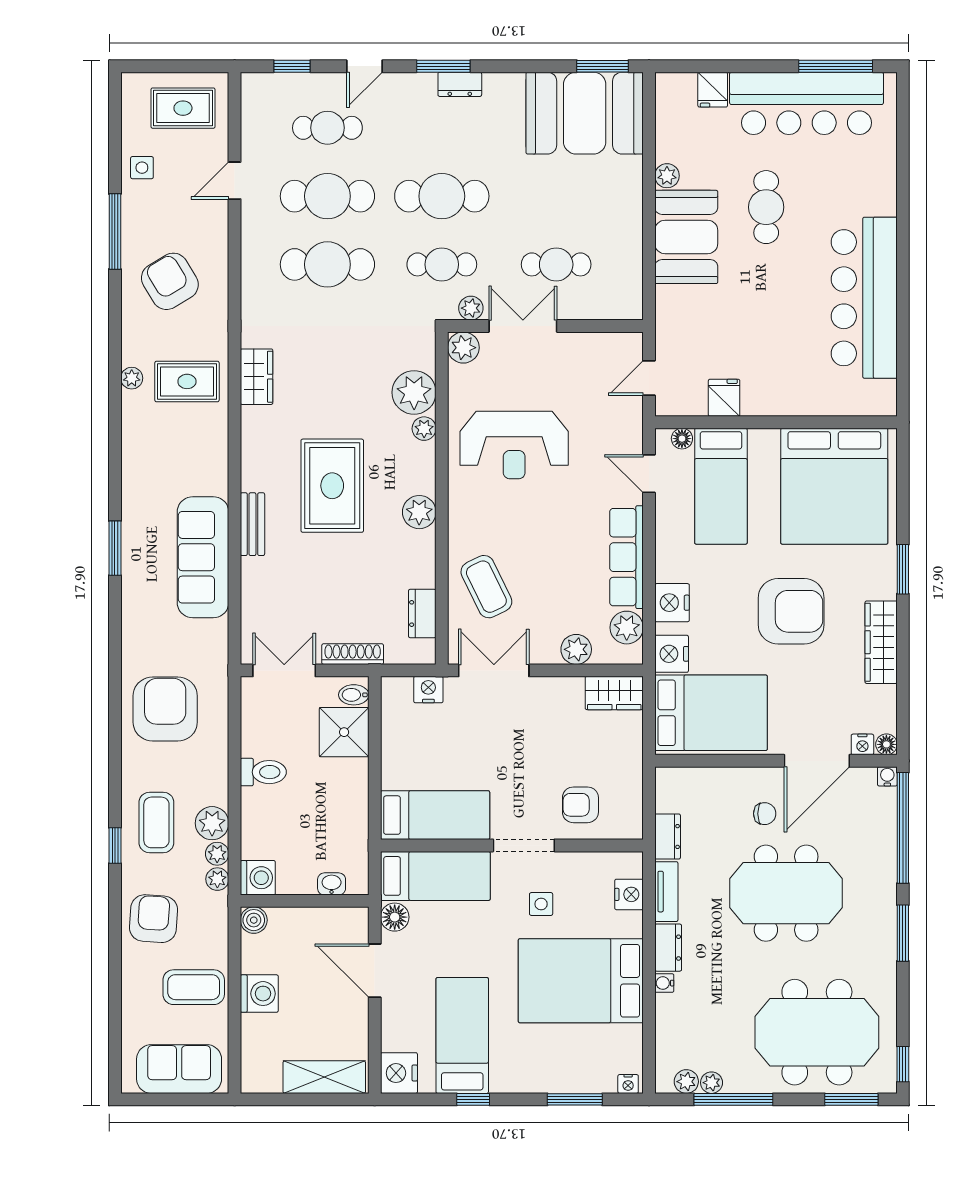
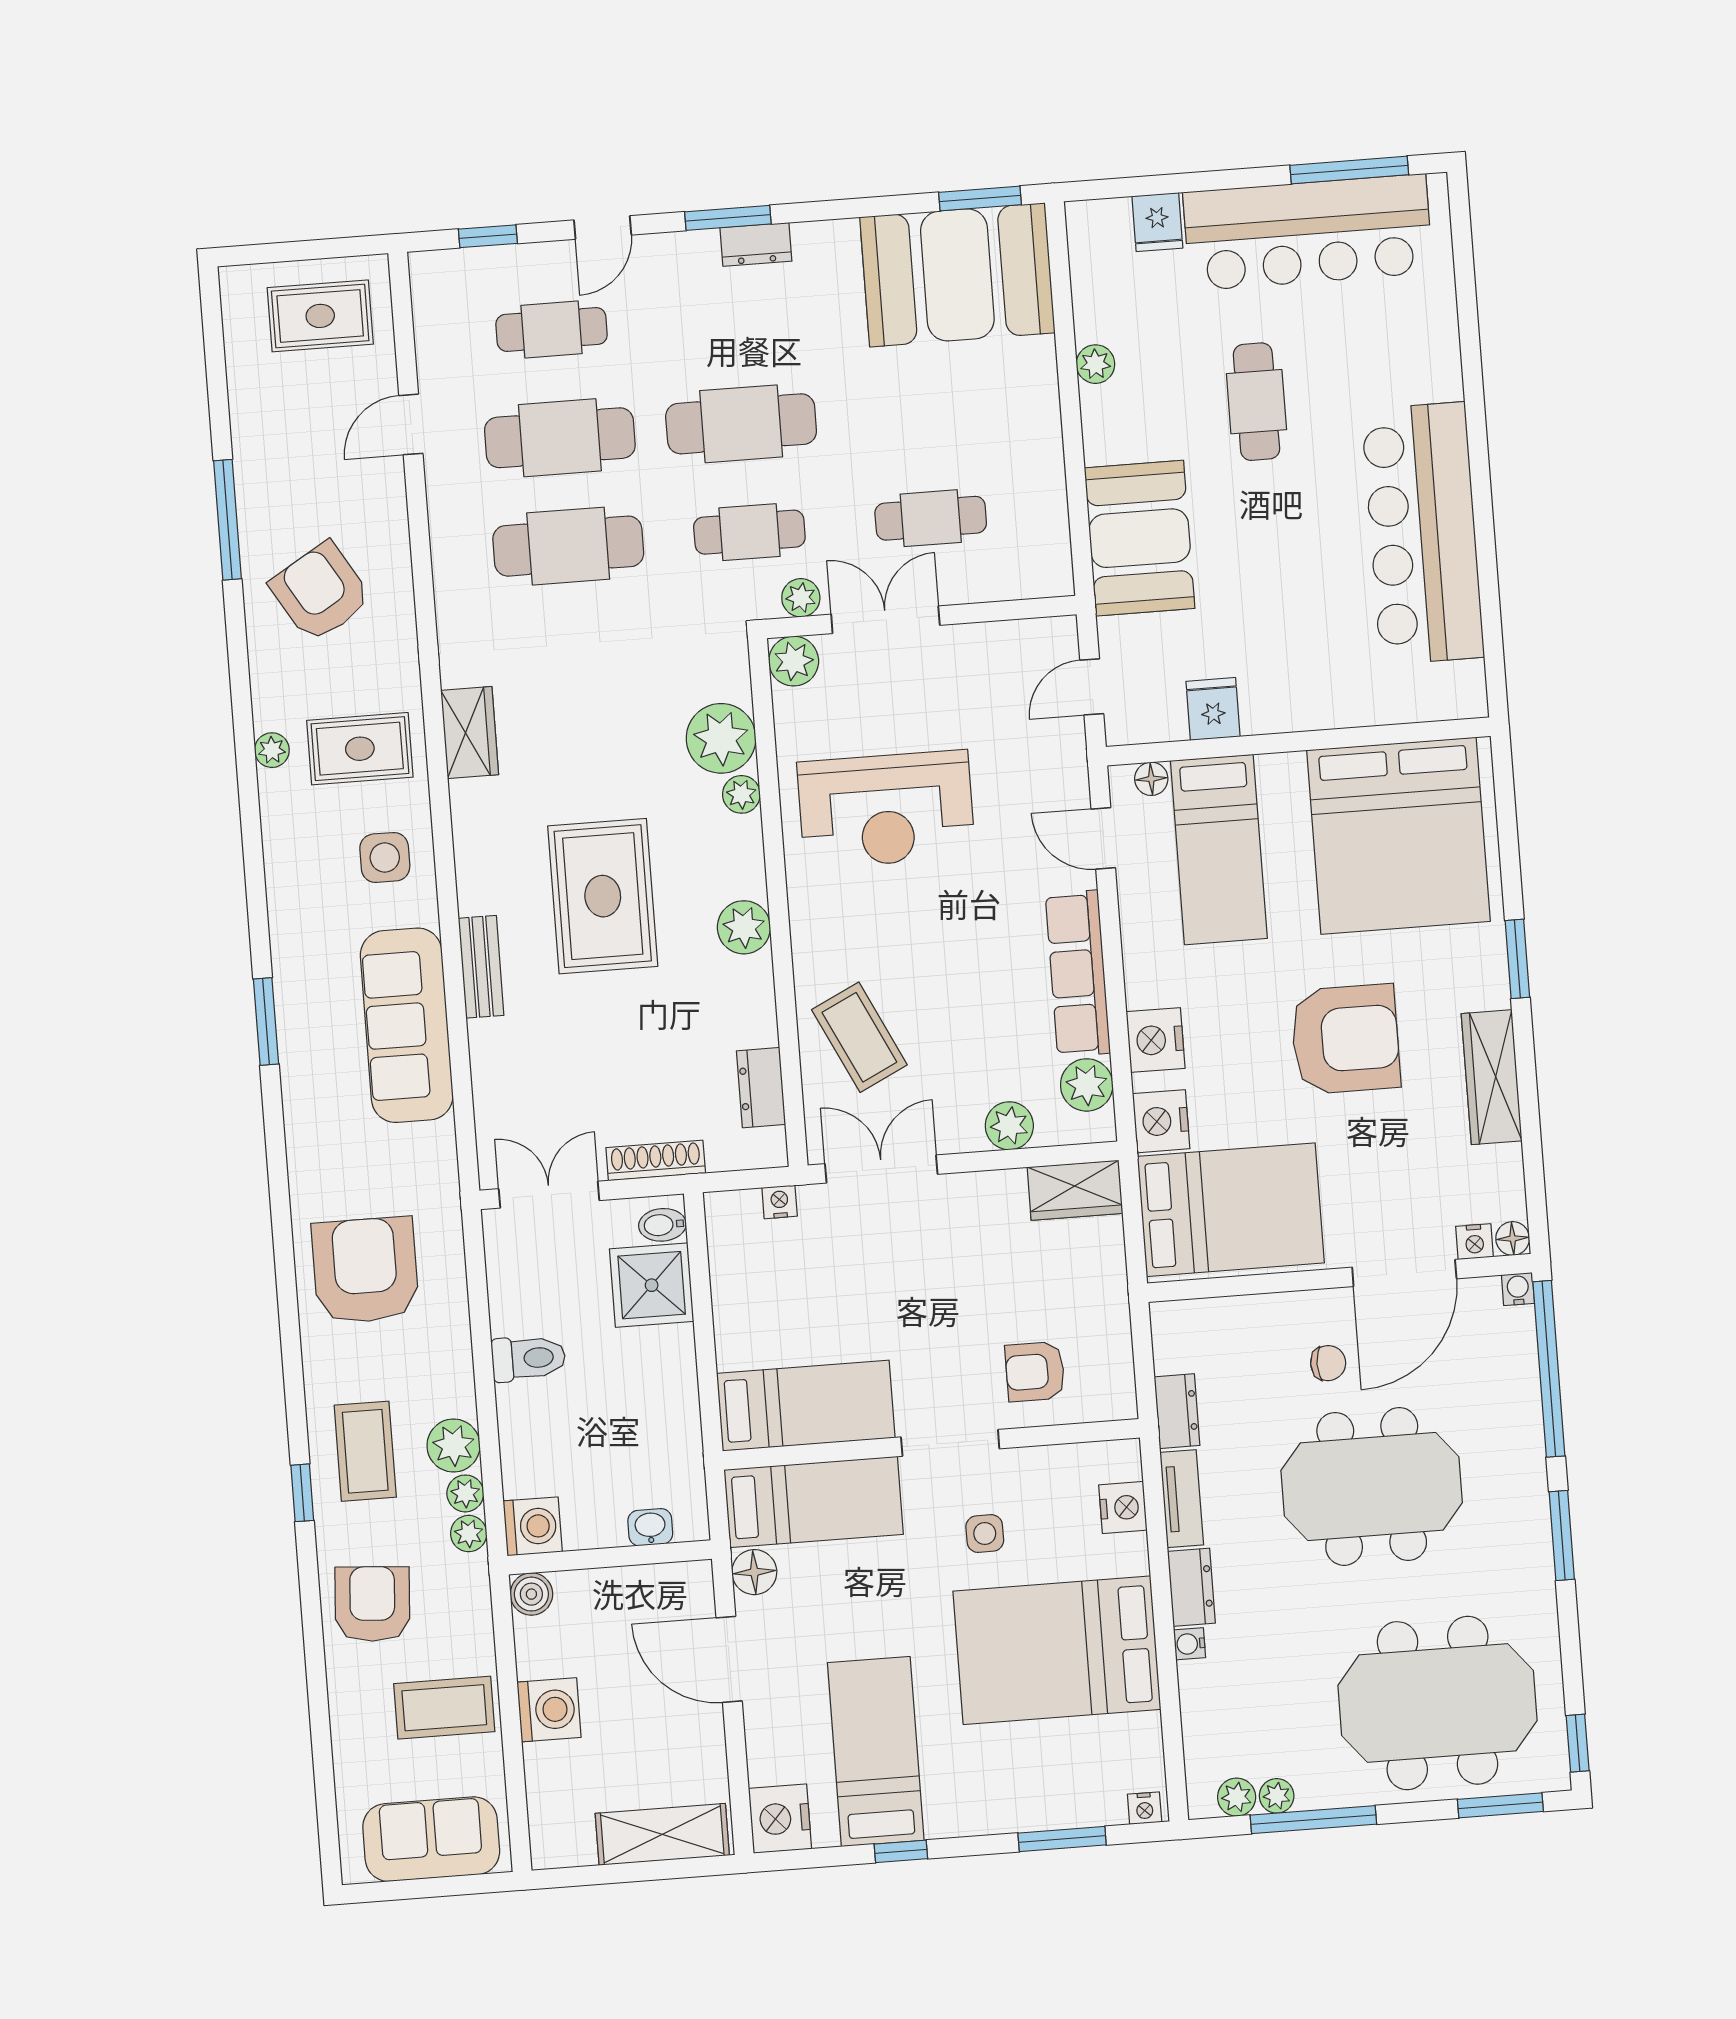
side table: (142, 168) -> (385, 857), moved, width x1.37, depth x1.37
booth: (686, 237) -> (1140, 538), moved
nightstand: (428, 690) -> (780, 1202), width x0.72, depth x0.74

